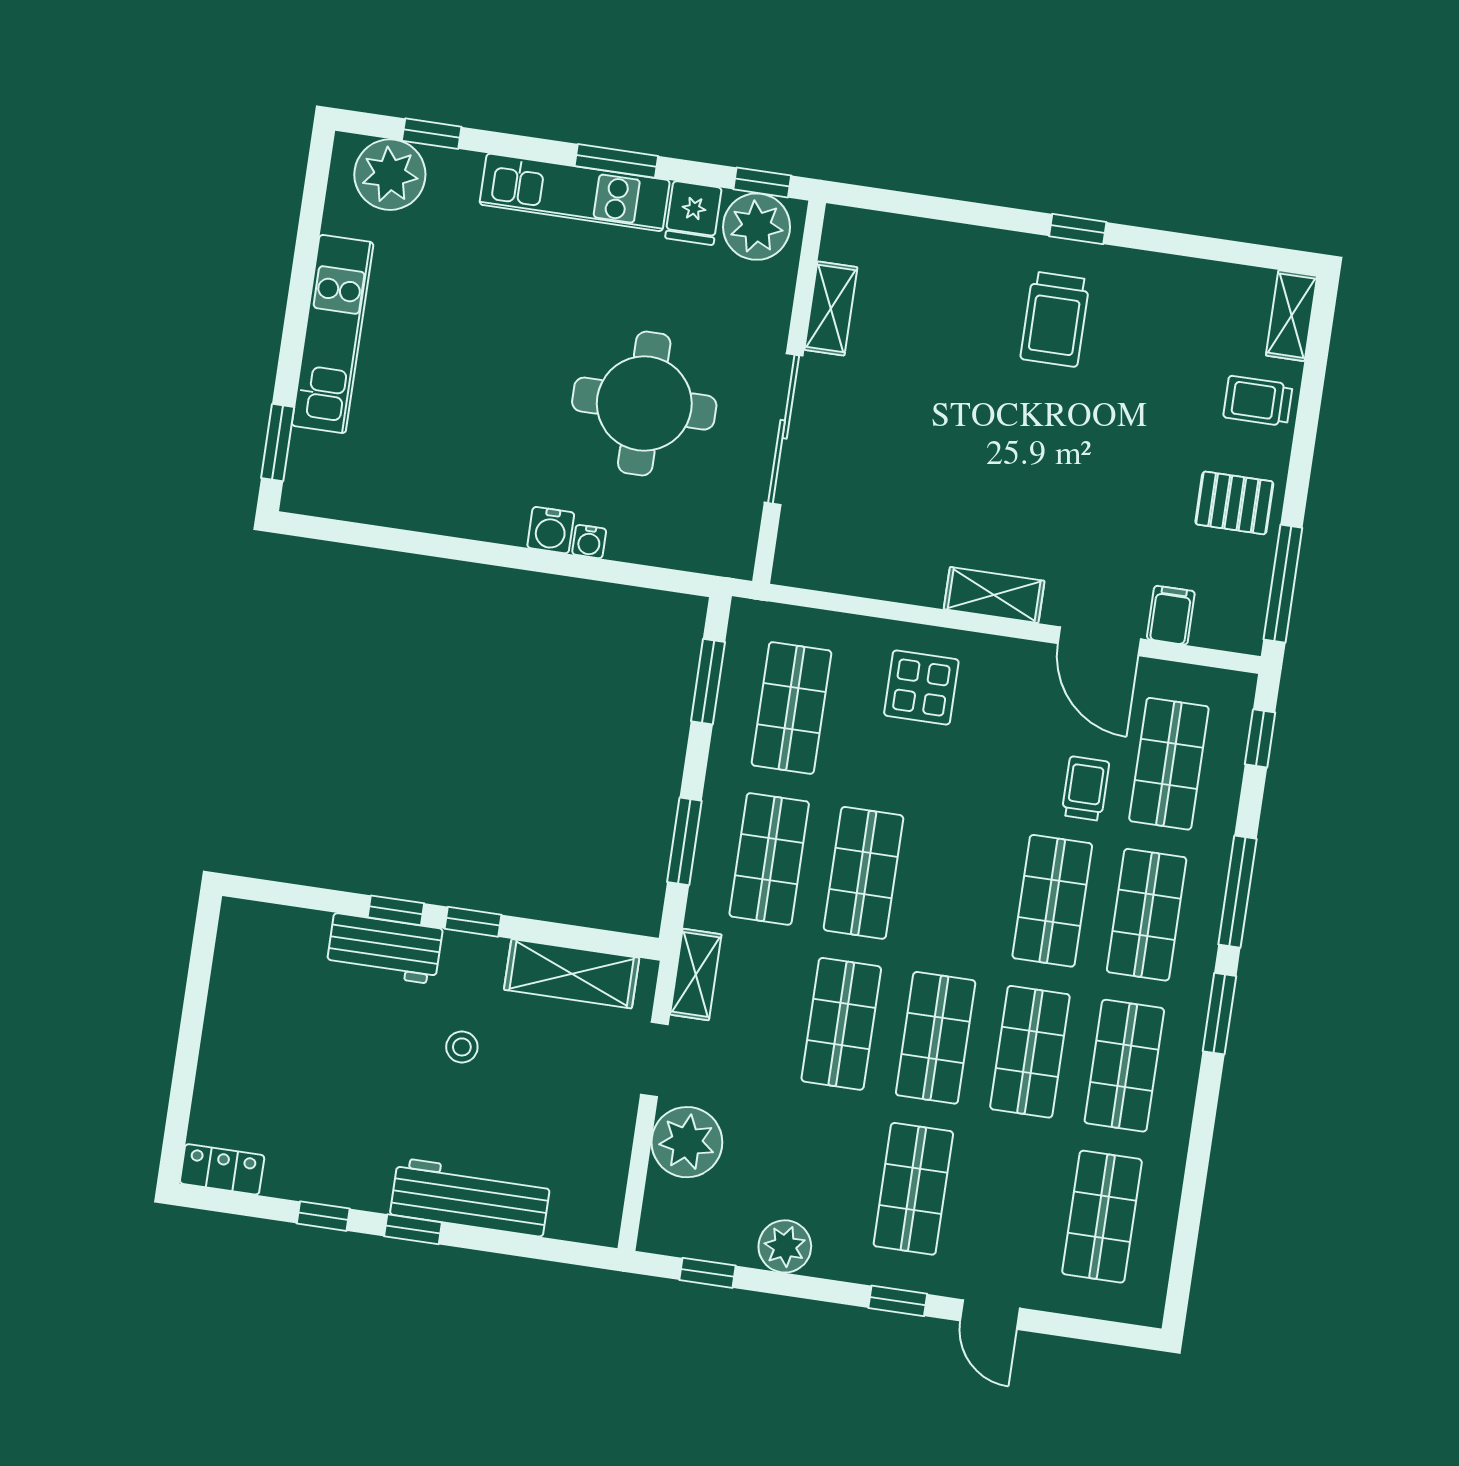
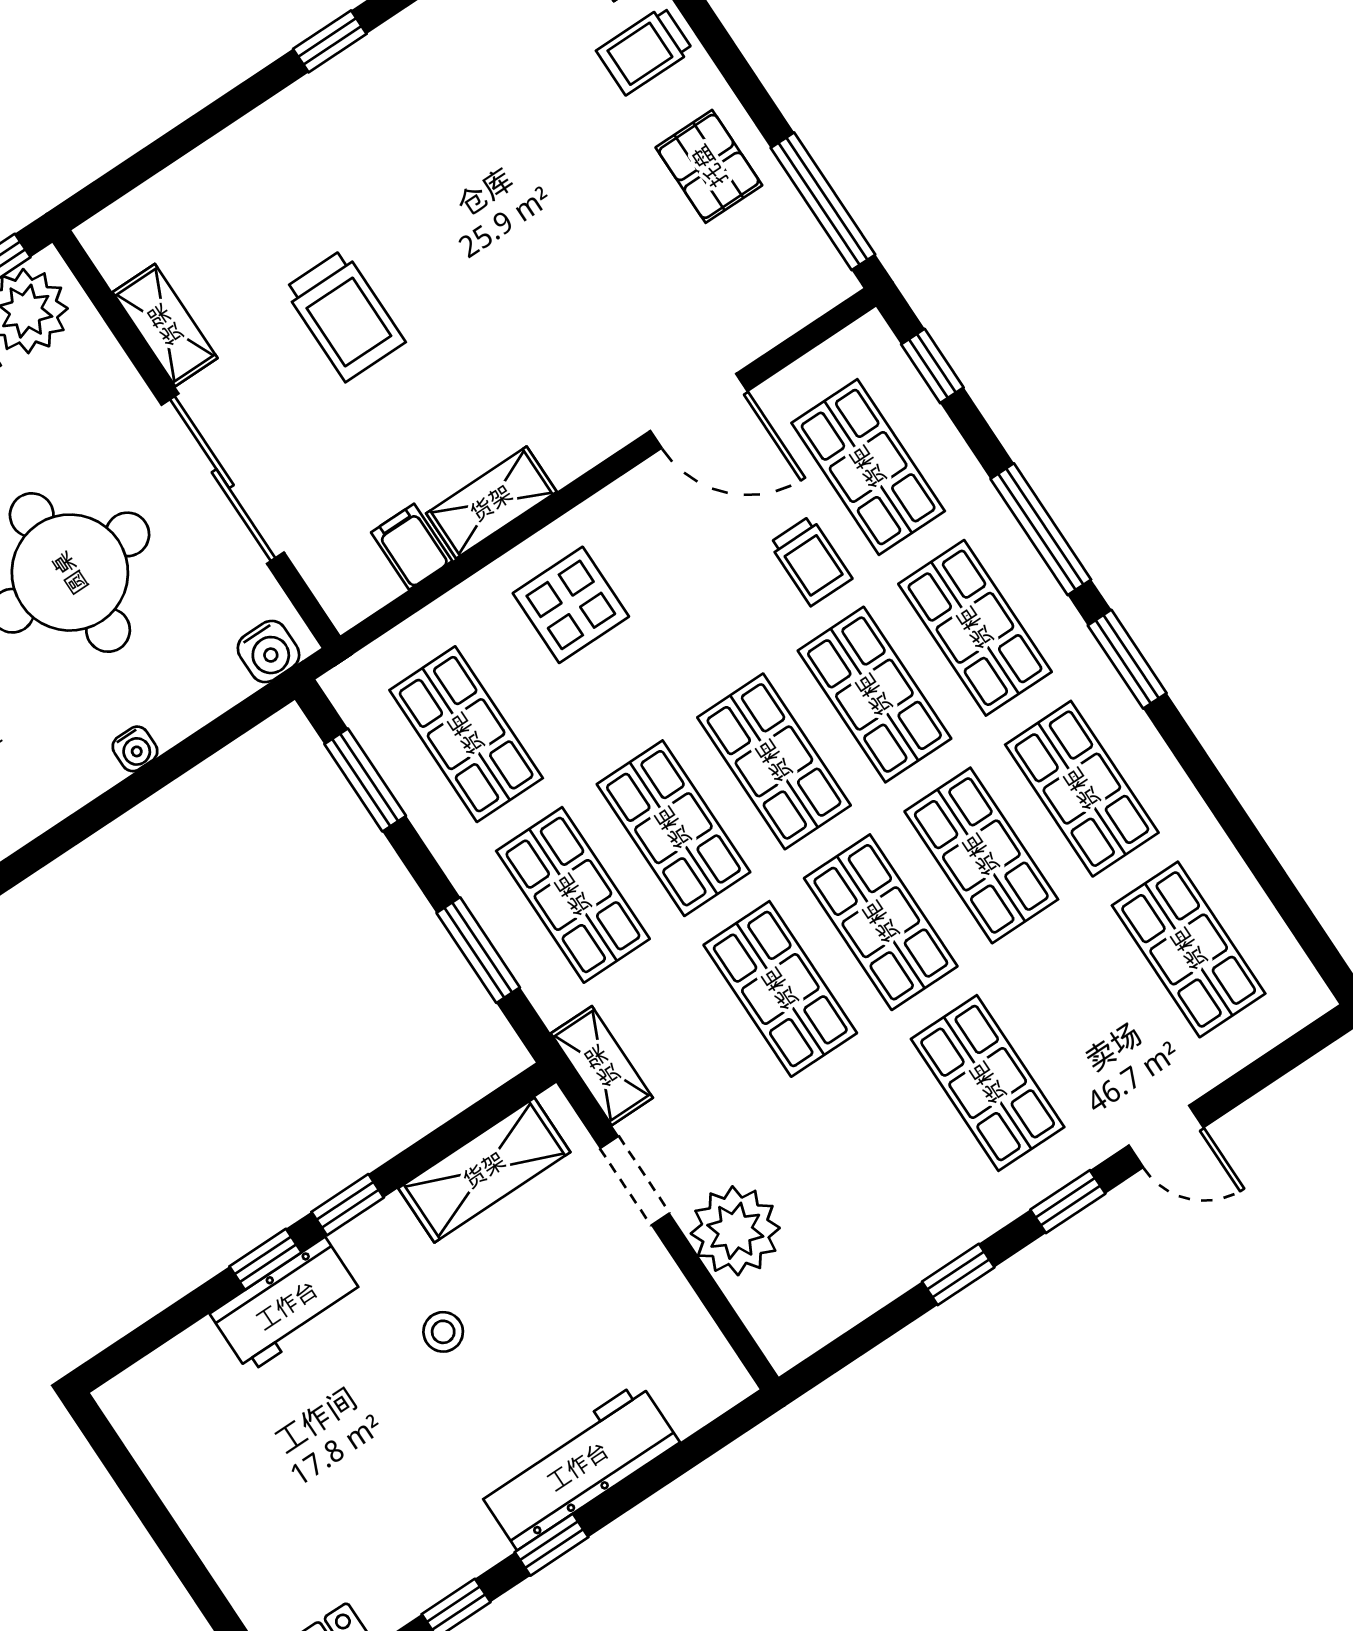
trolley: (1055, 319) -> (344, 315), moved
pallet: (1234, 503) -> (709, 166), turned 90
water cooler: (551, 530) -> (268, 652), moved
shelving: (994, 595) -> (491, 503), moved
filing cabinet: (1171, 615) -> (412, 547), moved
trolley: (1085, 789) -> (811, 561), turned 180
shop shelf: (958, 887) -> (774, 761), added
plant: (785, 1246) -> (916, 1246), removed
window: (707, 1273) -> (958, 1274), moved

